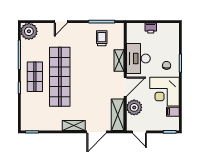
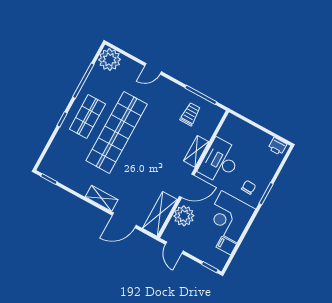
printer: (151, 28) -> (277, 146), moved

